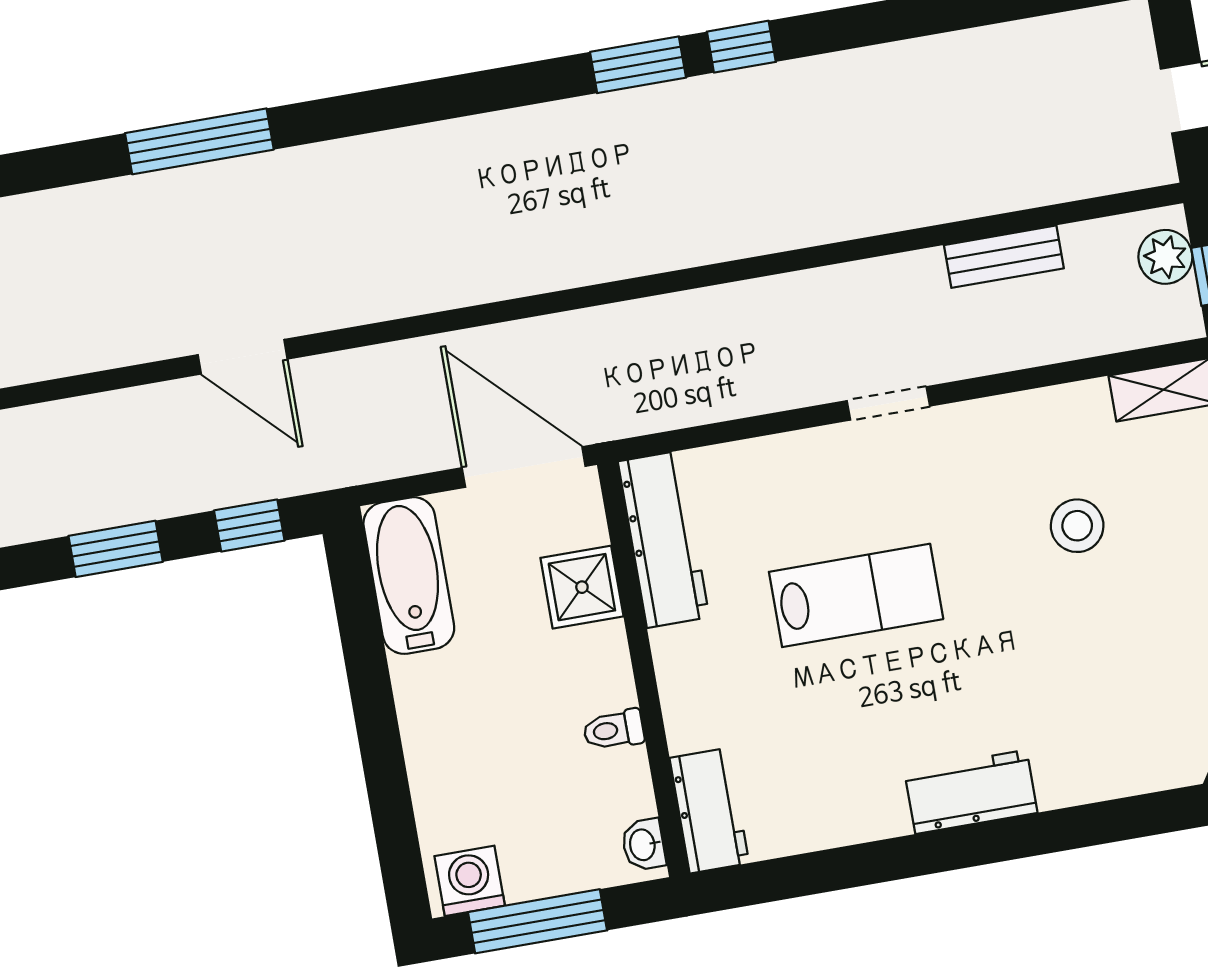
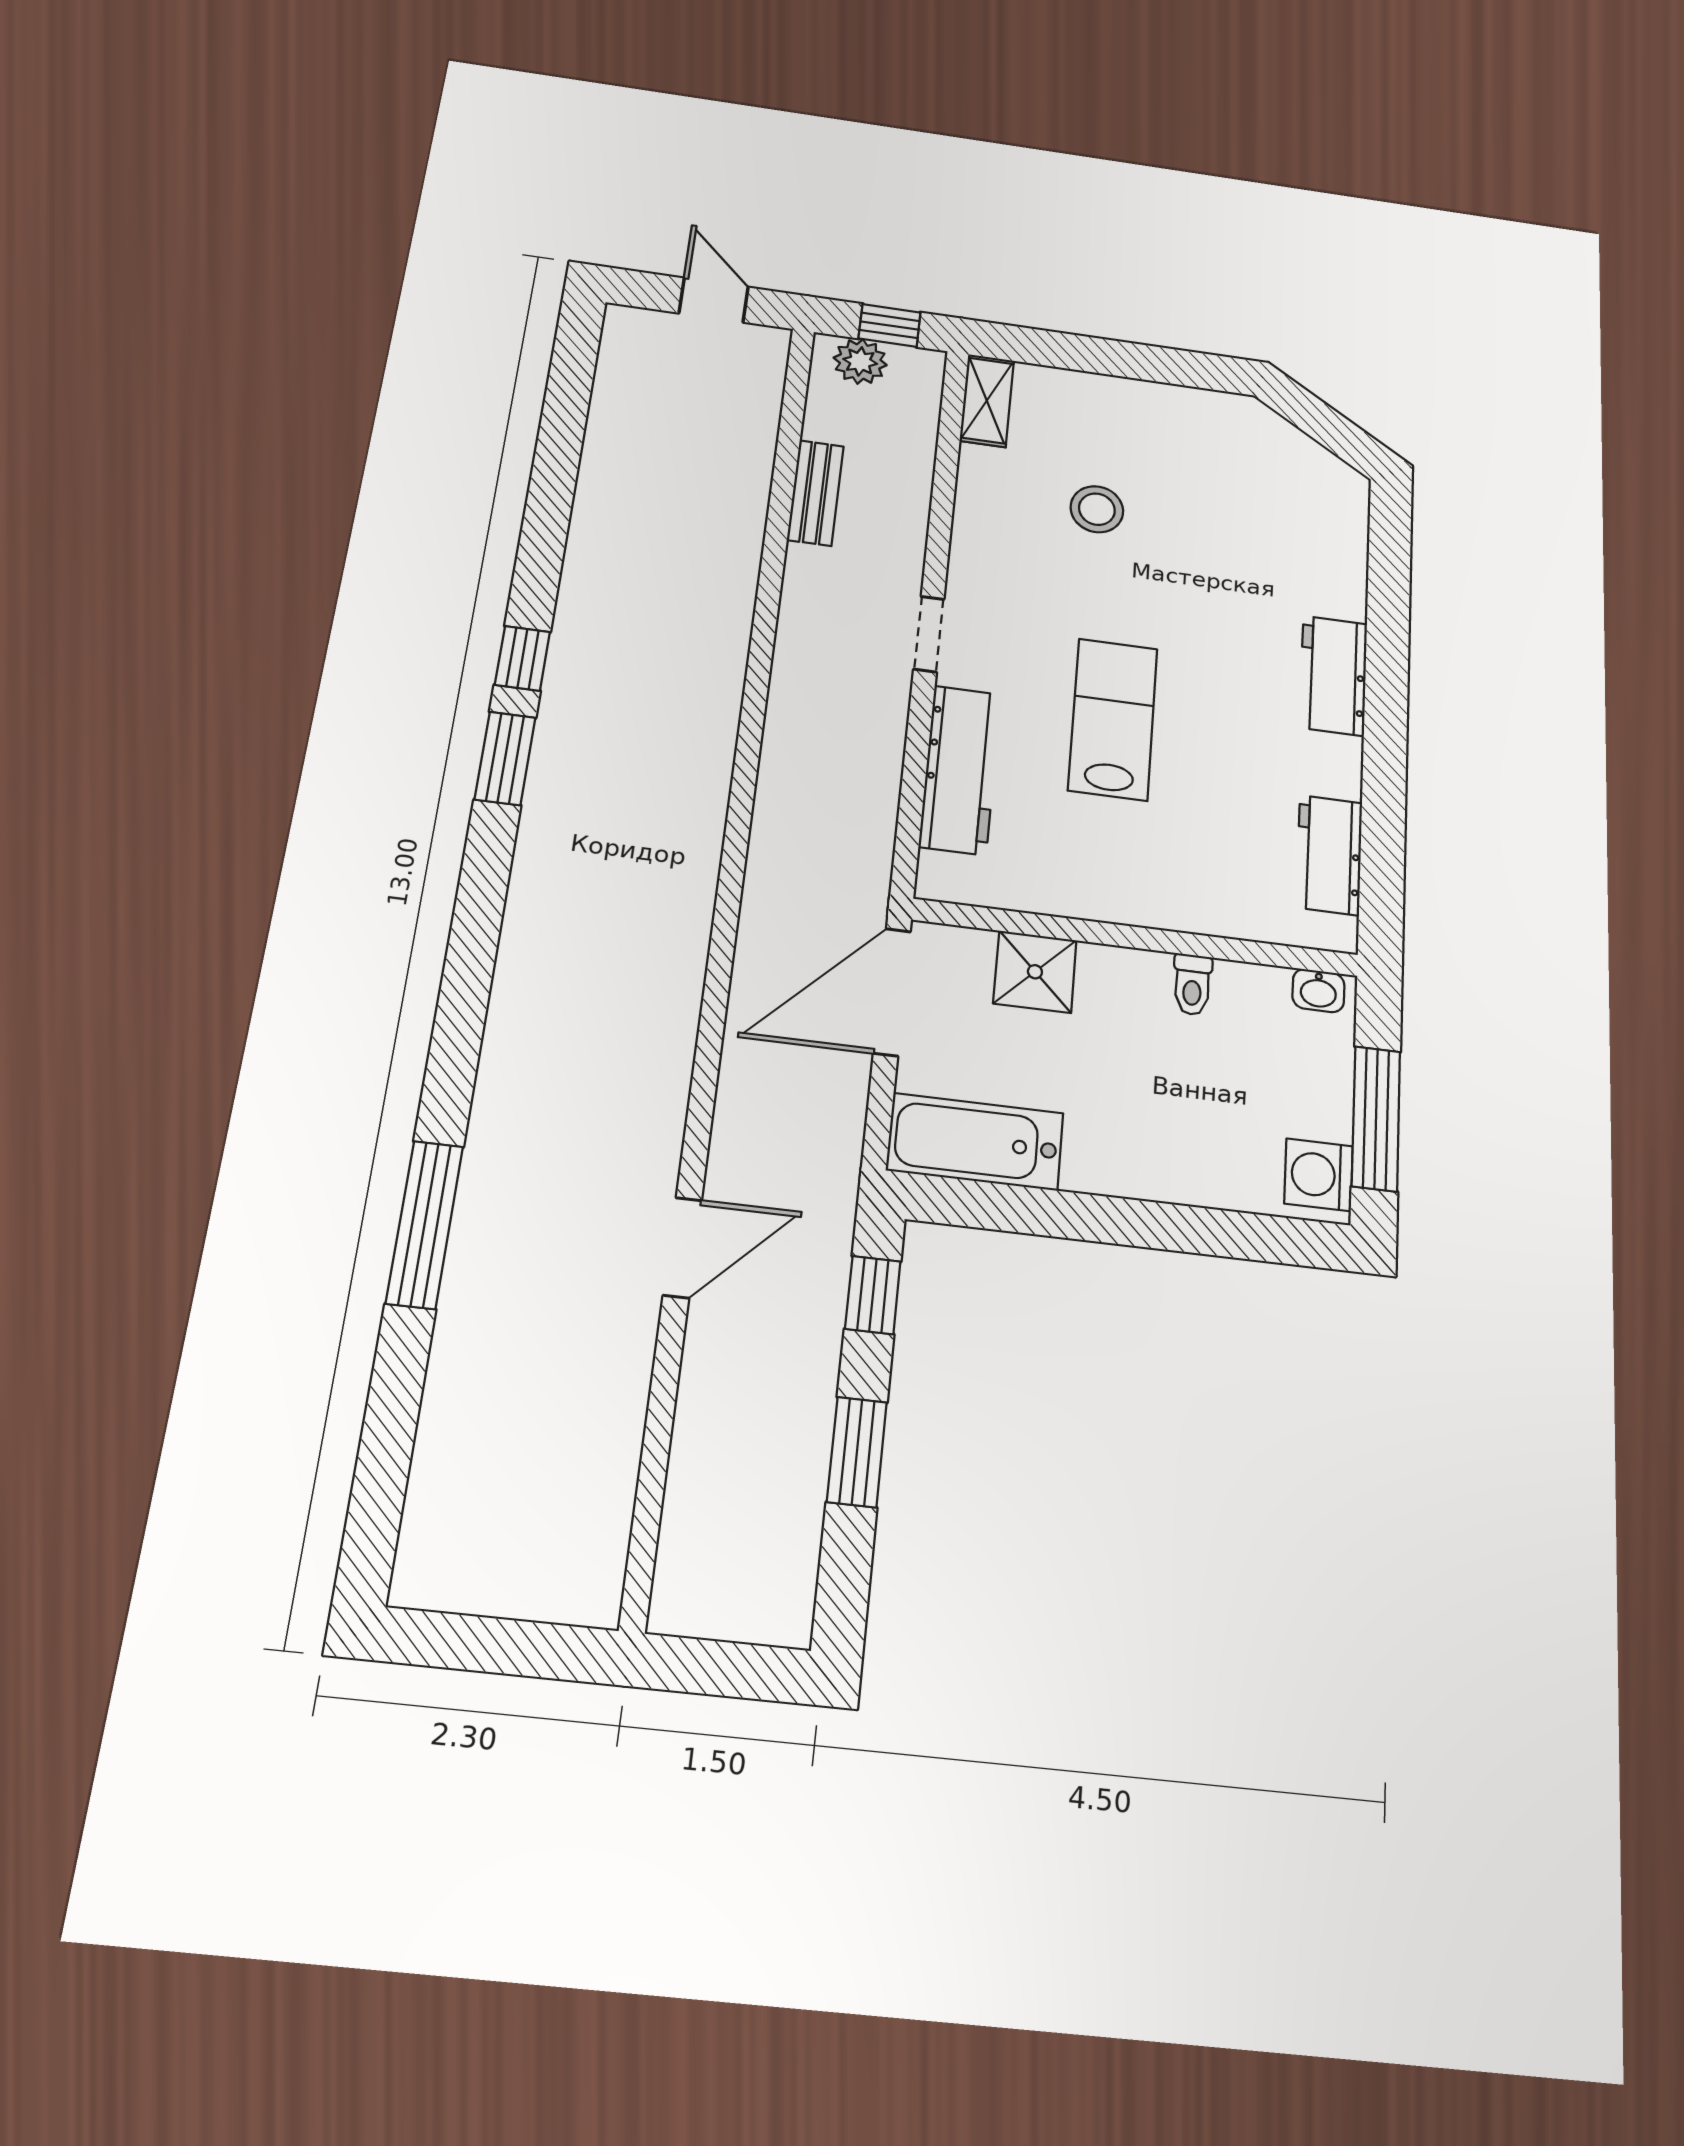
workbench: (664, 539) -> (960, 770), moved, turned 90
workbench: (709, 811) -> (1329, 855), moved, turned -90

